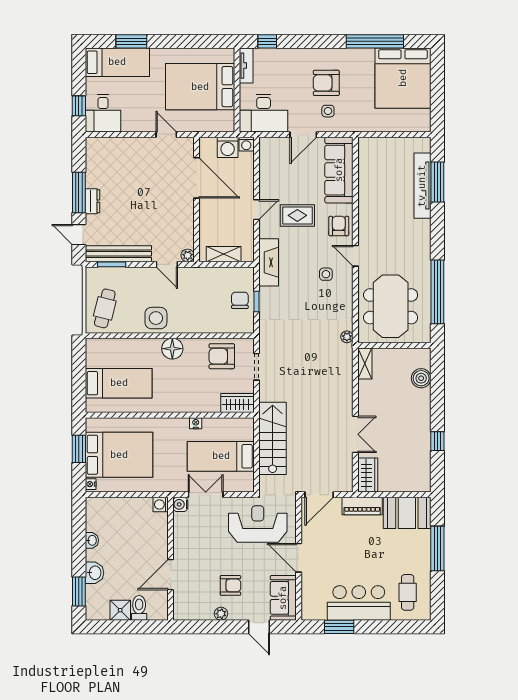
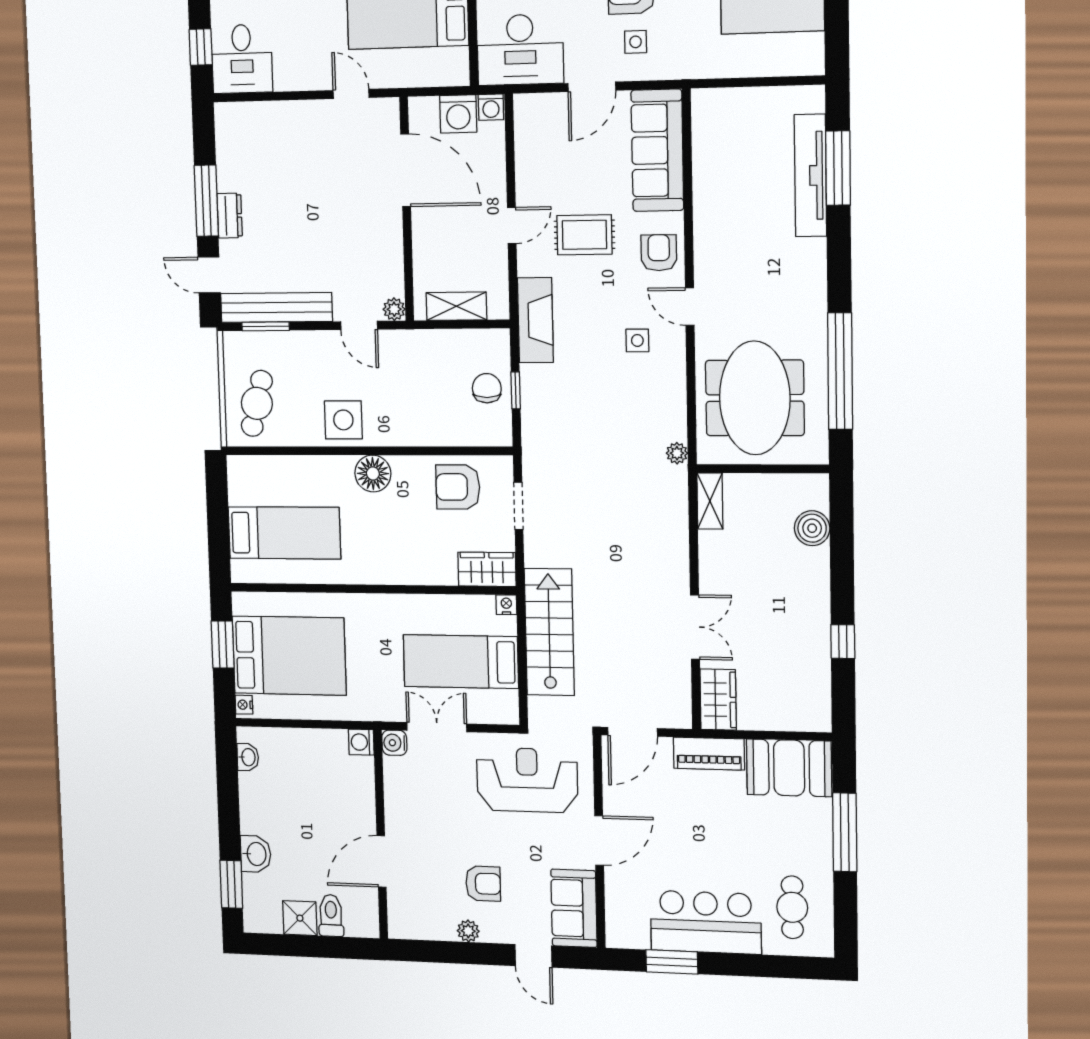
nightstand: (196, 423) -> (506, 605), moved
washbasin: (92, 540) -> (248, 757), moved
door: (299, 558) -> (599, 841), swing flipped

